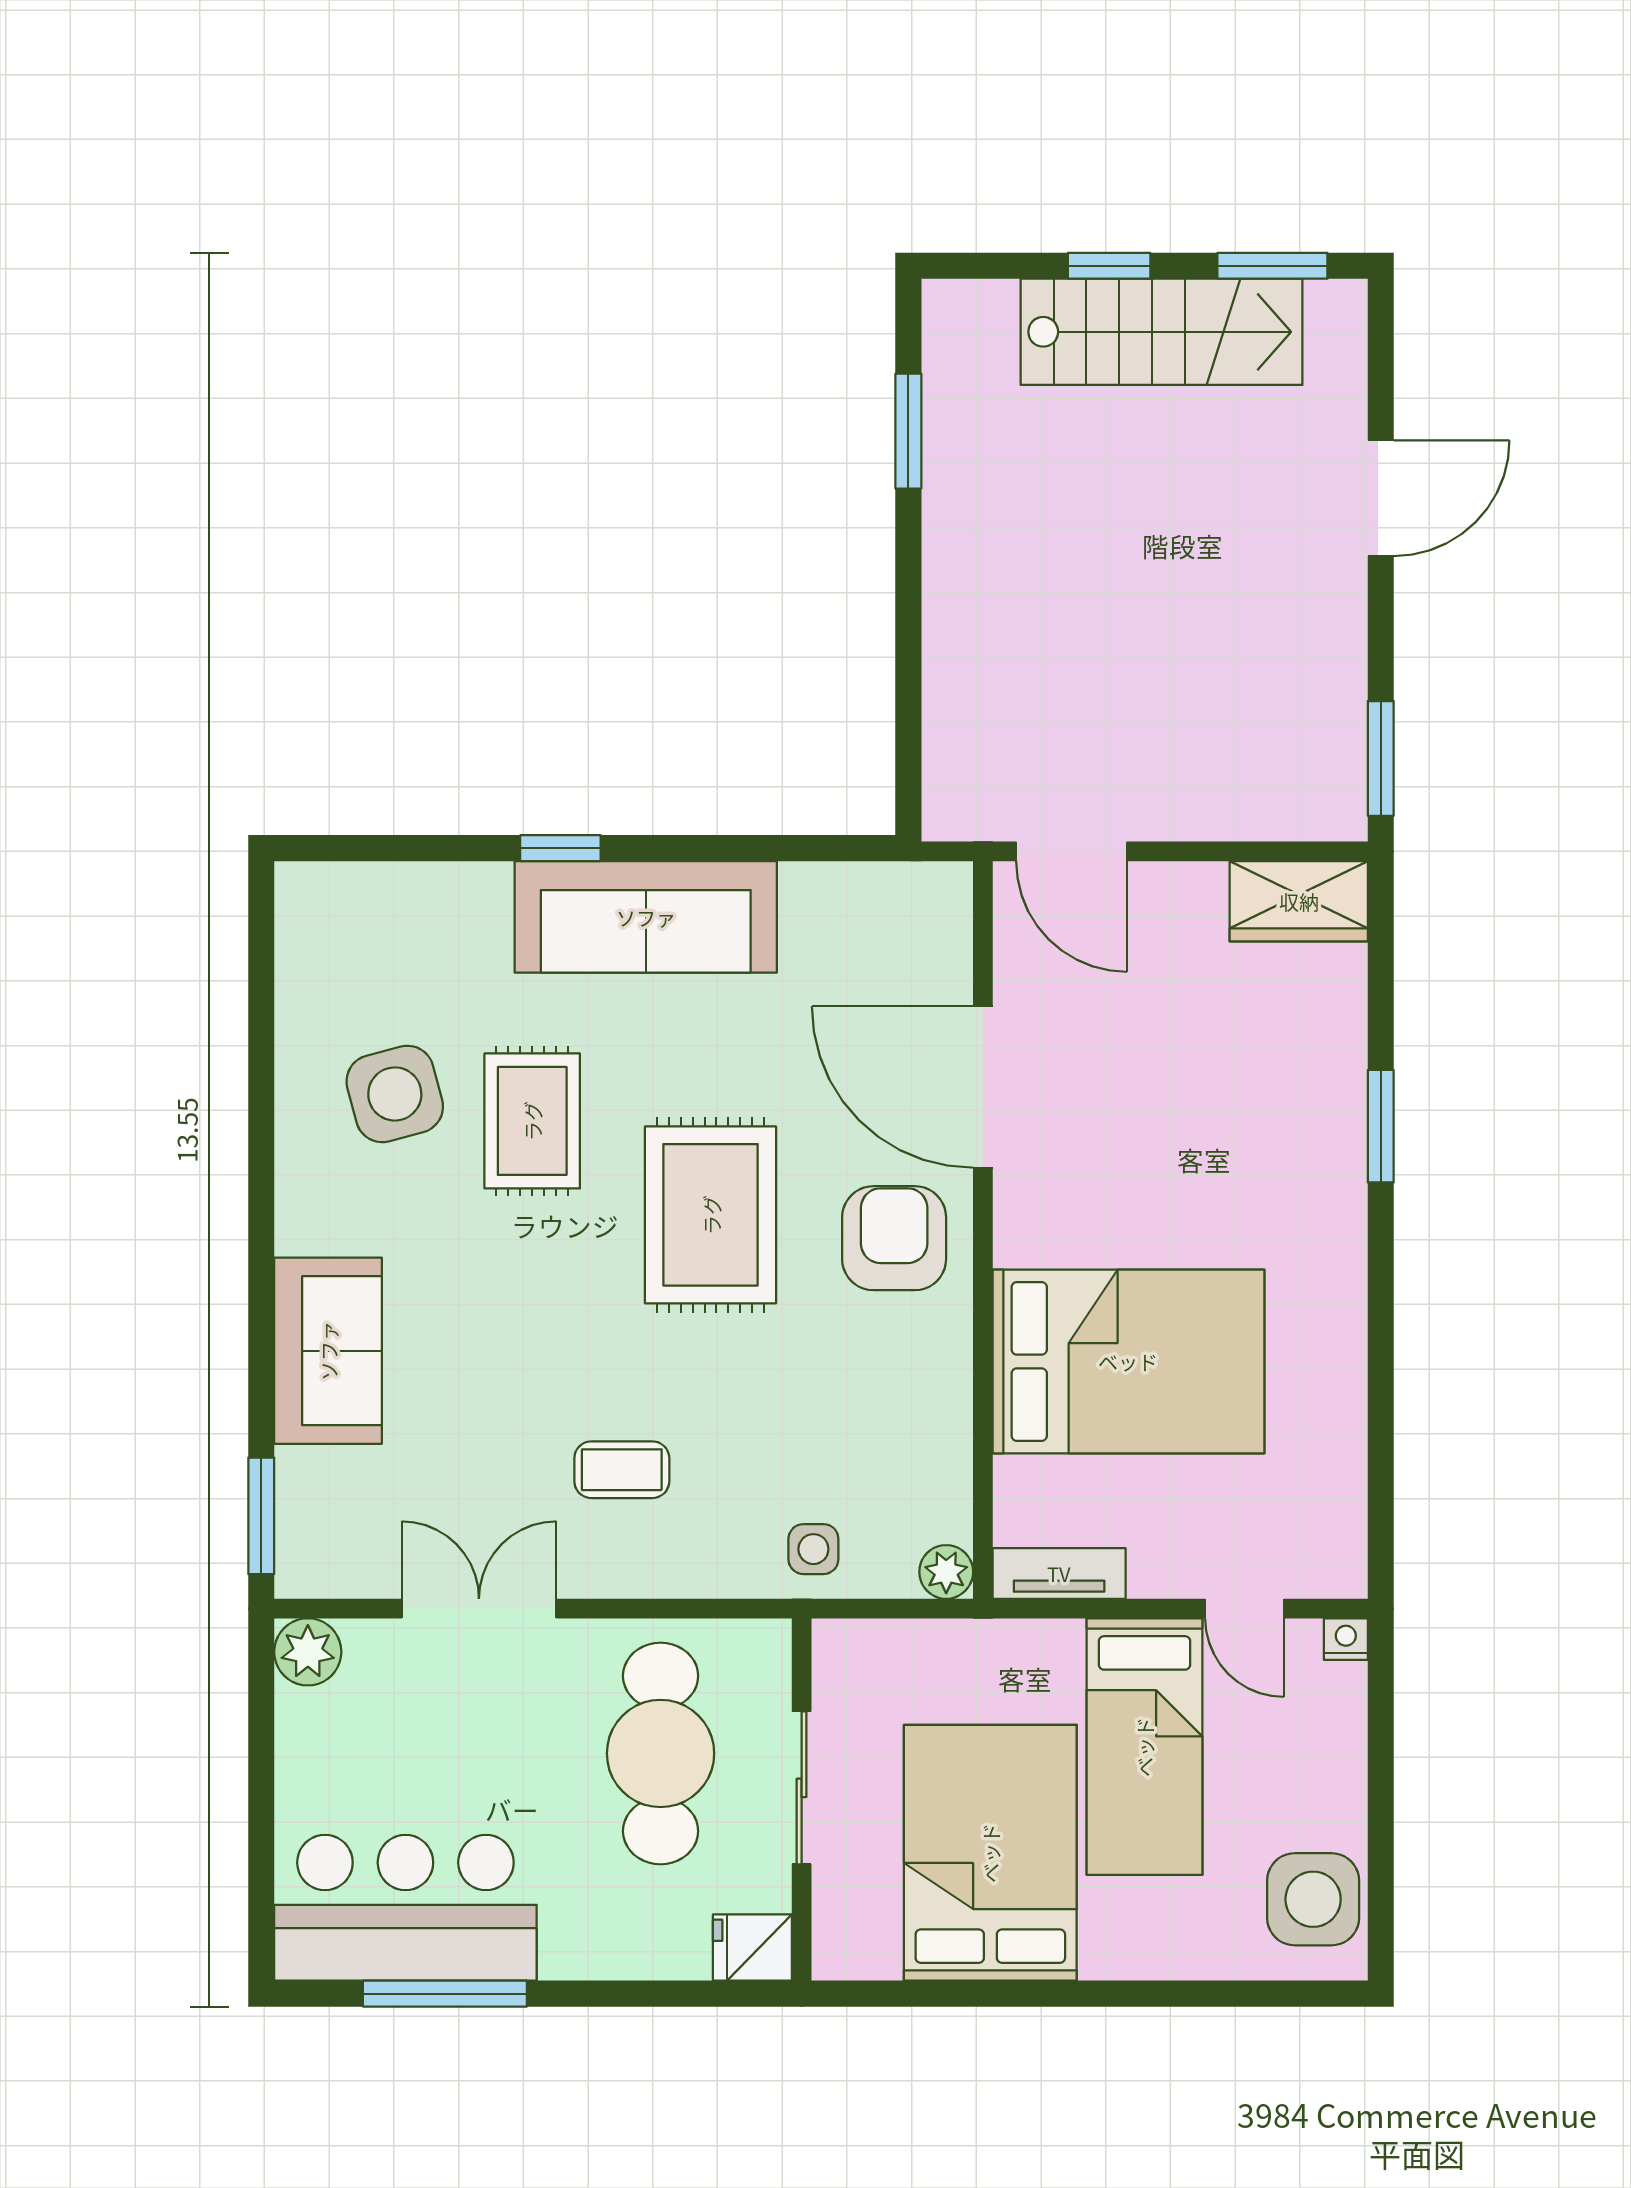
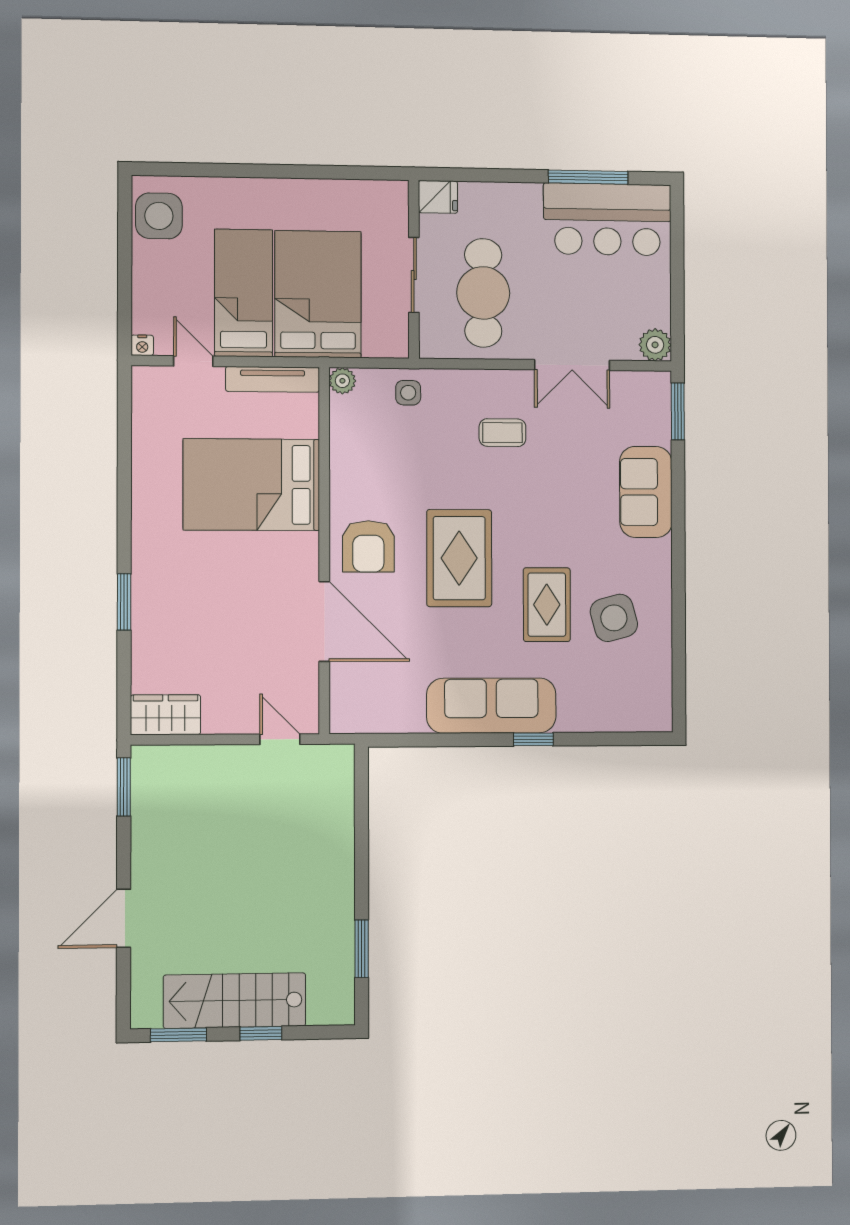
door: (1072, 851) -> (280, 739), width x0.73
tv unit: (1059, 1573) -> (273, 379), width x1.41
bed: (990, 1853) -> (318, 294), moved, turned 180

